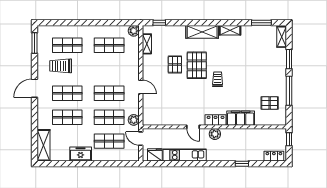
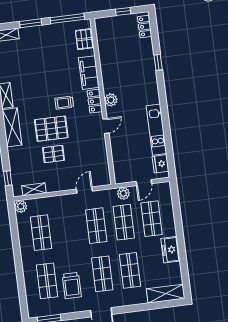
filing cabinet: (241, 118) -> (89, 73), moved
locker: (216, 120) -> (95, 101), moved
door: (193, 127) -> (106, 126), moved
wall: (214, 127) -> (103, 102), moved
plant: (215, 134) -> (111, 100), moved

